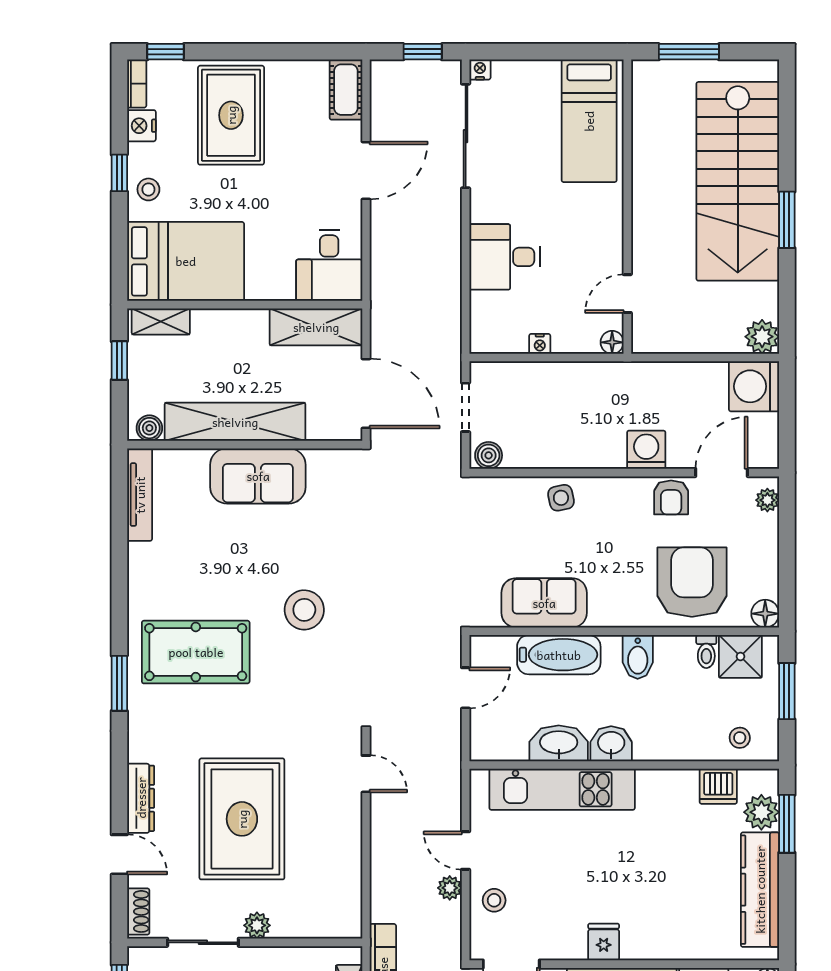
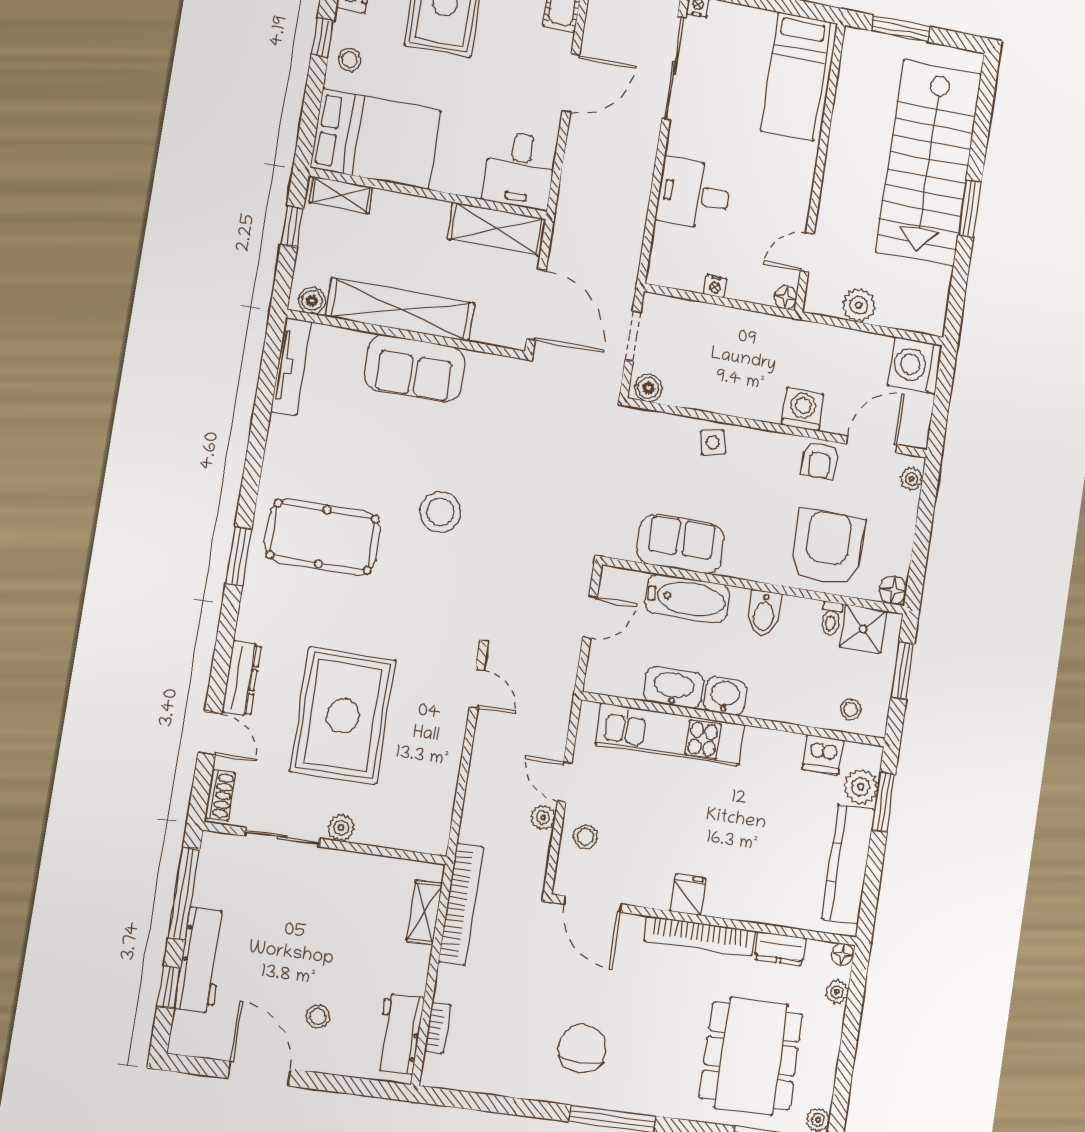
plant: (762, 337) -> (859, 305), moved

